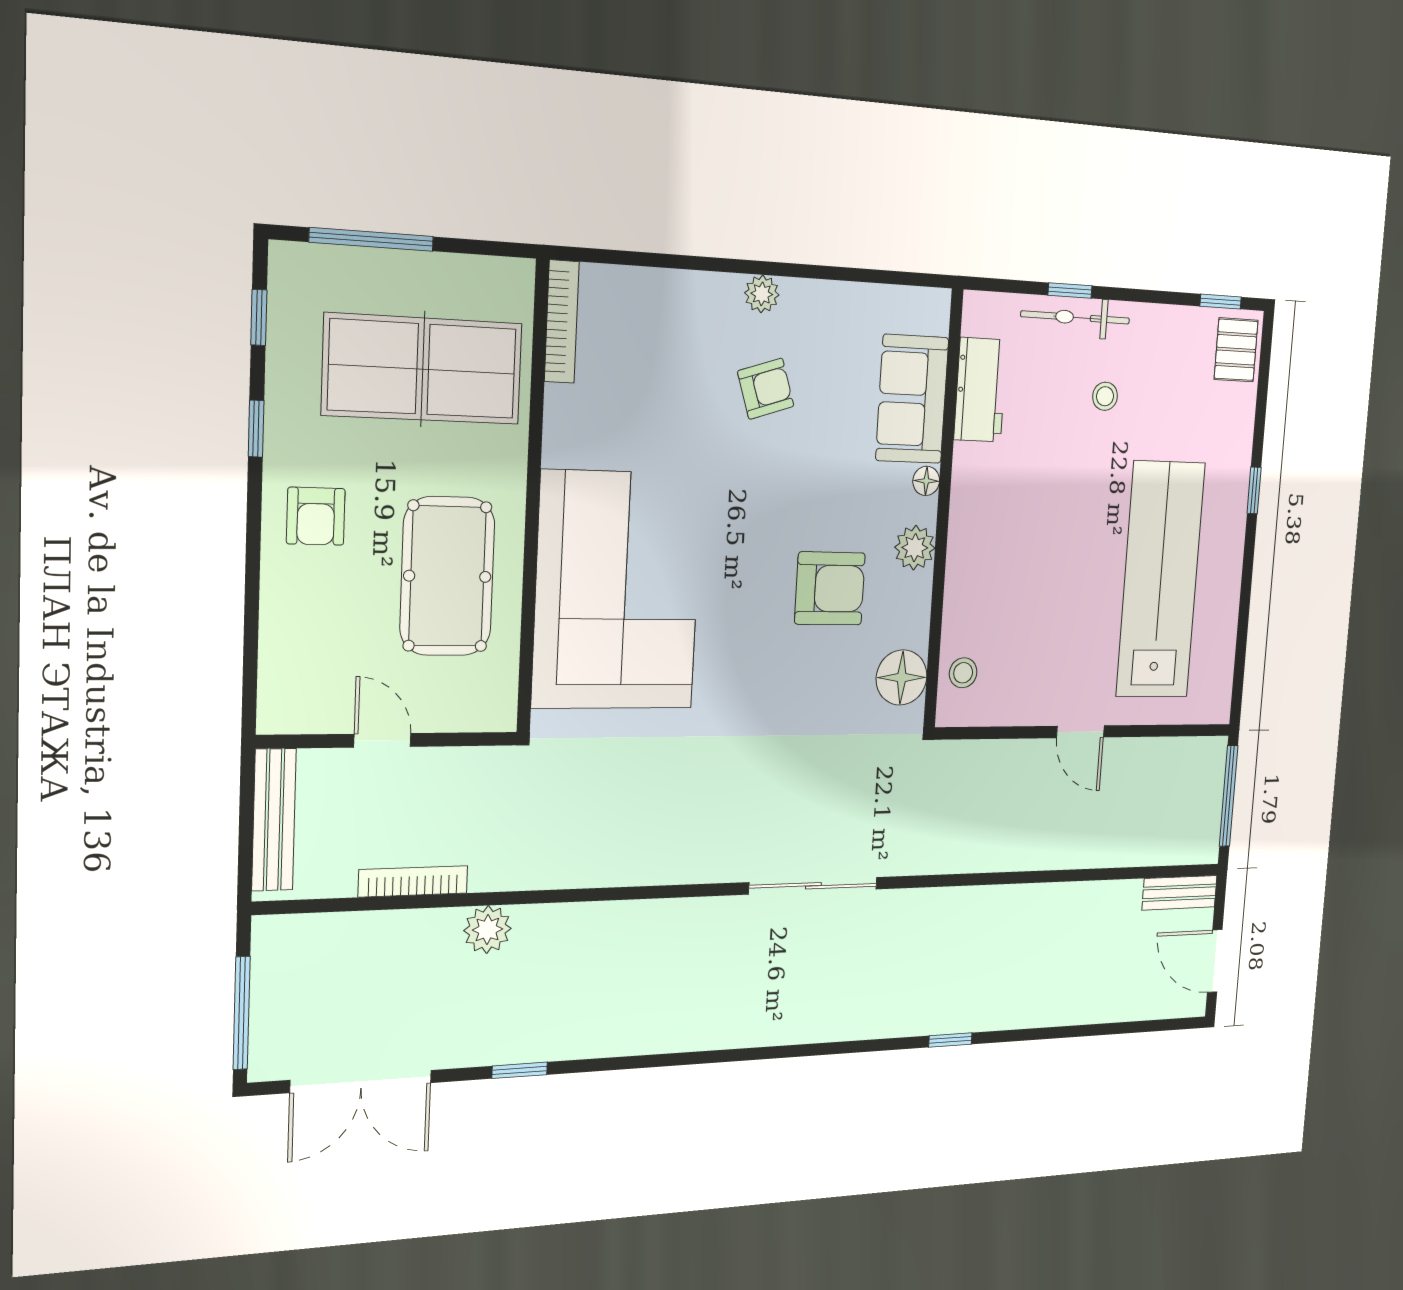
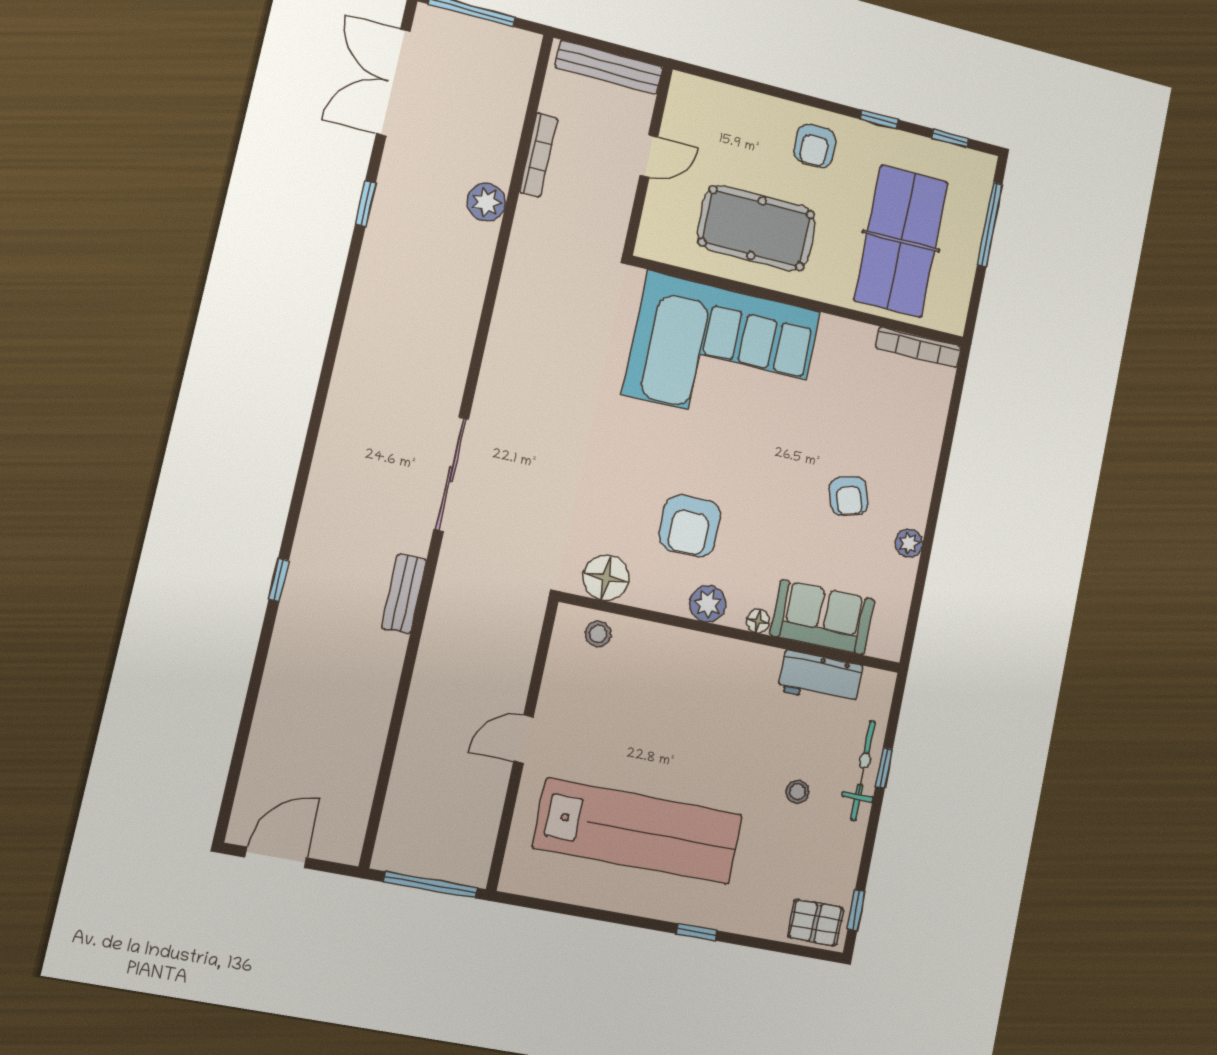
plant: (762, 294) -> (909, 543), moved
armchair: (316, 516) -> (815, 146), turned -90
bench: (1180, 893) -> (404, 594), moved

